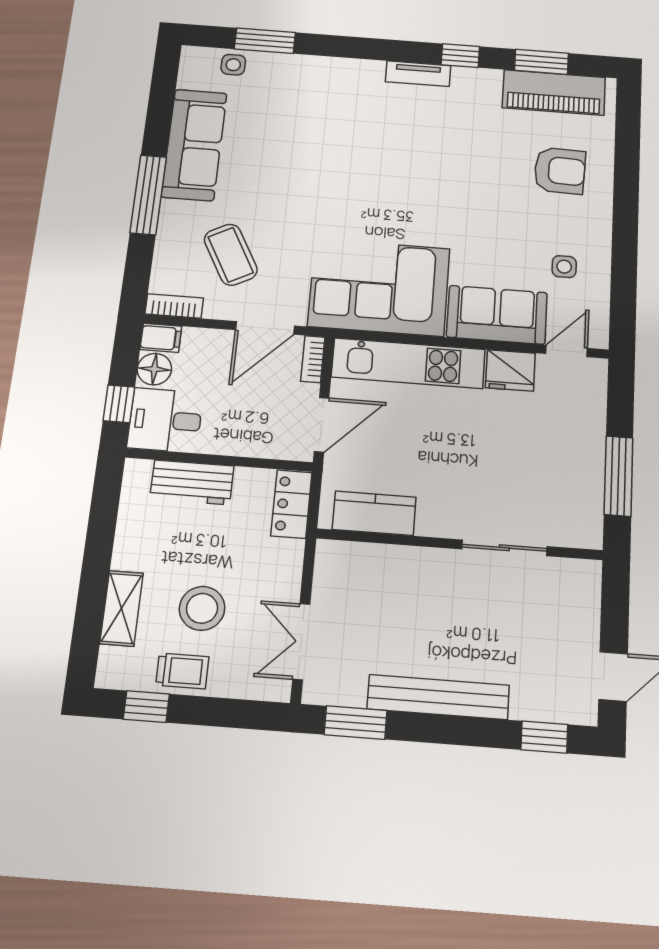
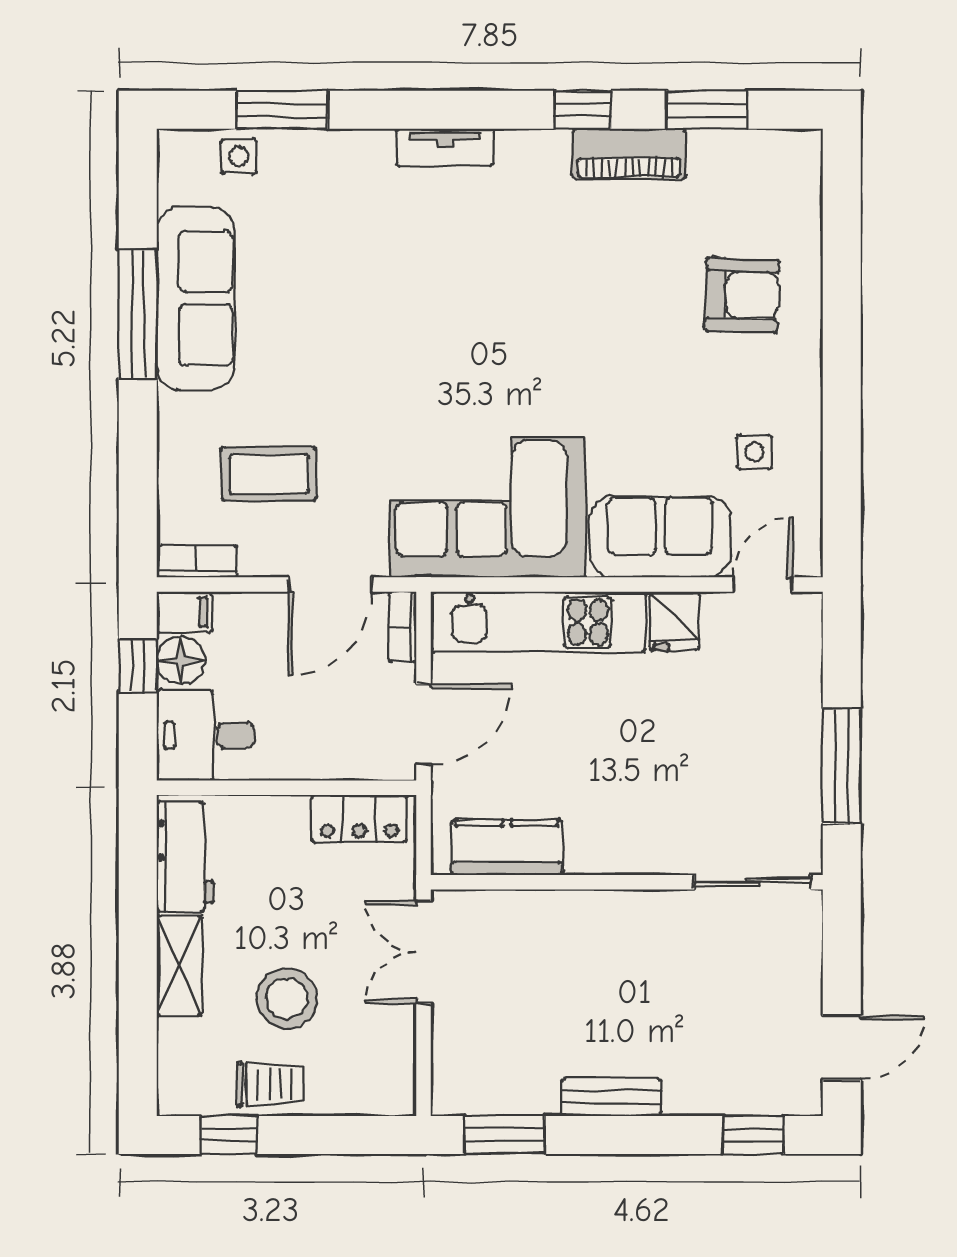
tv unit: (418, 74) -> (445, 147), moved
piano: (554, 93) -> (629, 154), moved, width x0.73, depth x0.75
window: (148, 195) -> (138, 314), moved
coffee table: (231, 255) -> (269, 474), turned -62
fridge: (510, 370) -> (674, 621), width x0.72
window: (119, 404) -> (138, 666), moved
workbench: (192, 482) -> (185, 857), moved, turned -90
locker: (291, 504) -> (359, 819), moved, turned -90
sliding door: (504, 548) -> (752, 882), moved
shelving: (121, 608) -> (179, 966), moved
double door: (301, 642) -> (424, 952), moved
bench: (438, 697) -> (611, 1097), width x0.54, depth x0.82

